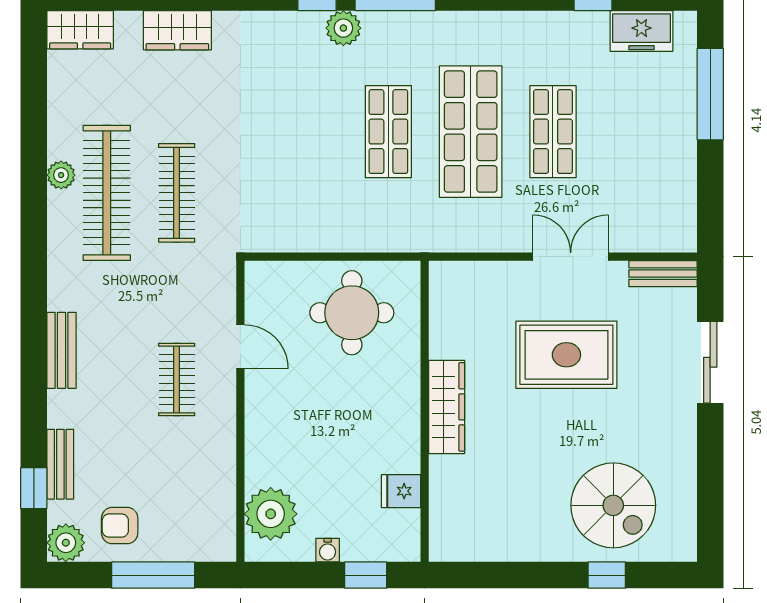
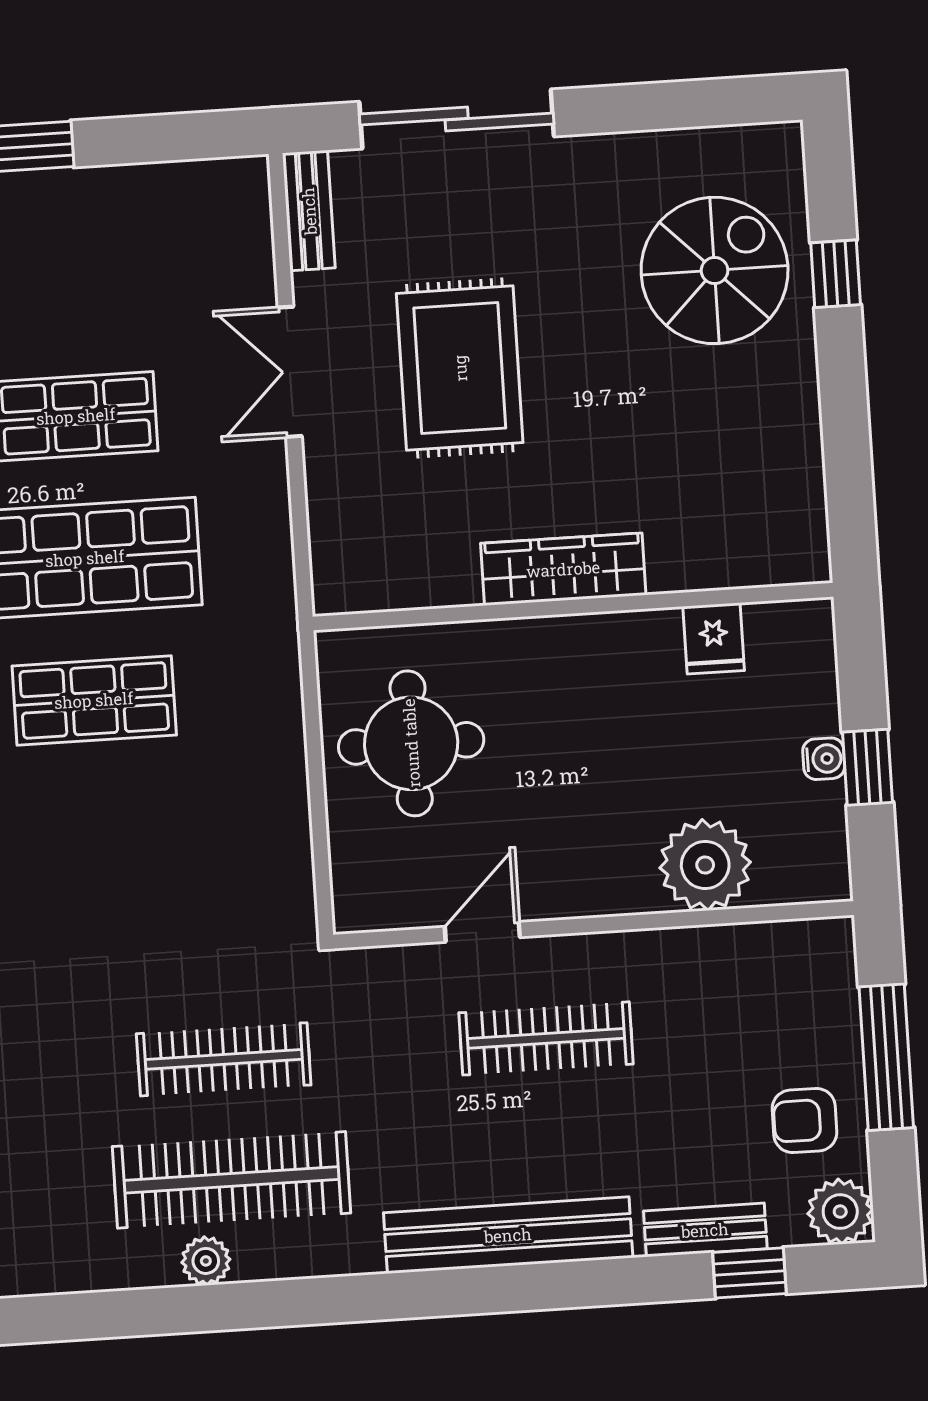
bench: (61, 350) -> (508, 1235), width x1.86, depth x1.21
sliding door: (710, 362) -> (457, 119), width x1.37
clothes rail: (177, 380) -> (546, 1038), width x1.36
plant: (271, 514) -> (705, 865), moved
armchair: (120, 526) -> (805, 1120), turned 90
window: (366, 575) -> (868, 767), moved

